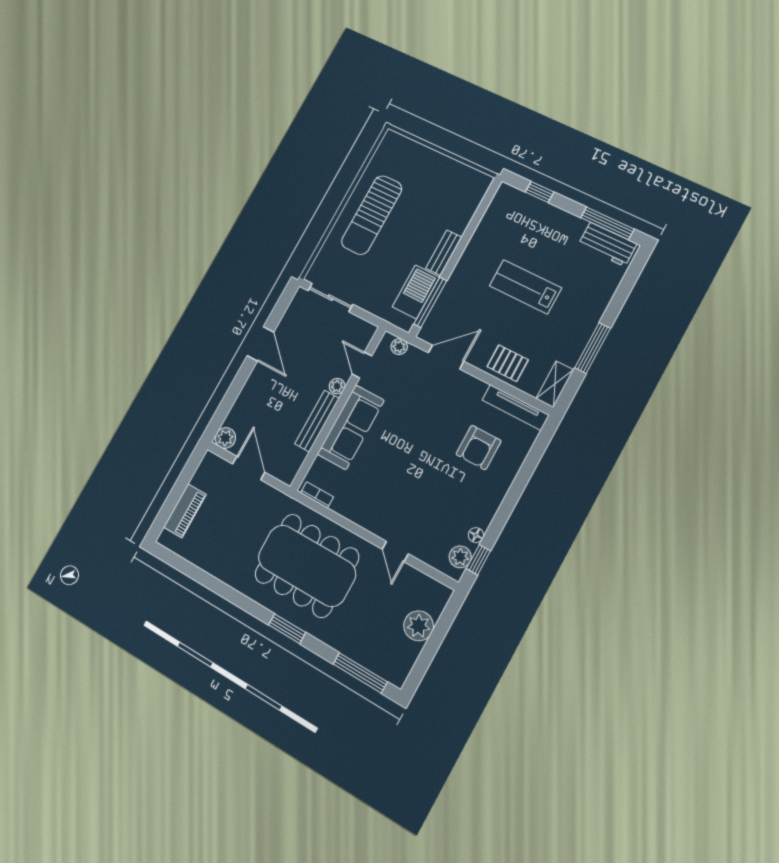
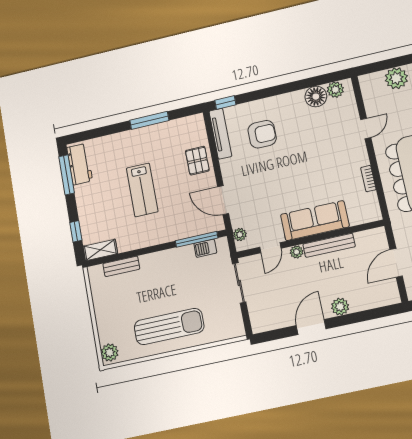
plant: (395, 143) -> (110, 352), added
bench: (444, 253) -> (121, 266), moved
barbecue: (416, 292) -> (205, 248), width x0.53, depth x0.65
sliding door: (330, 298) -> (239, 283), moved
shelving: (555, 384) -> (100, 250), moved
plant: (225, 438) -> (340, 307), moved
bookcase: (317, 495) -> (368, 179), moved
floor lamp: (476, 535) -> (316, 97), width x1.89, depth x1.89
window: (478, 560) -> (225, 102), moved

